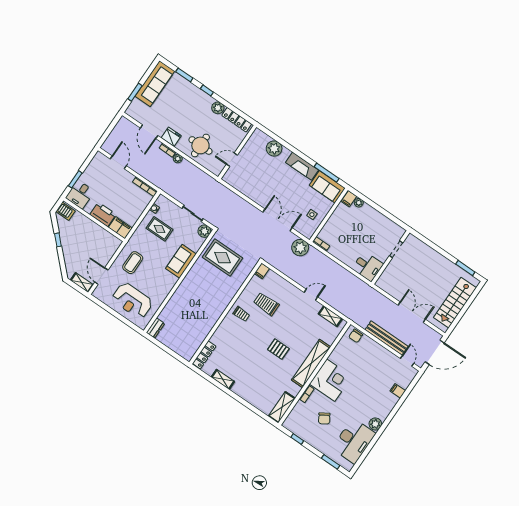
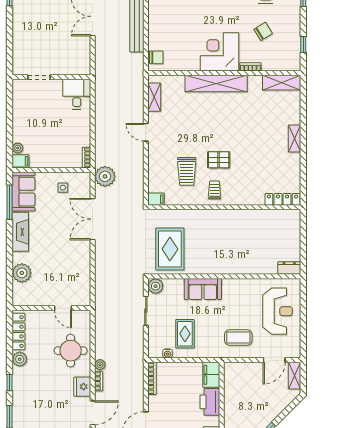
pallet: (278, 349) -> (219, 160), moved, turned 90
shelving: (223, 379) -> (294, 139), moved

